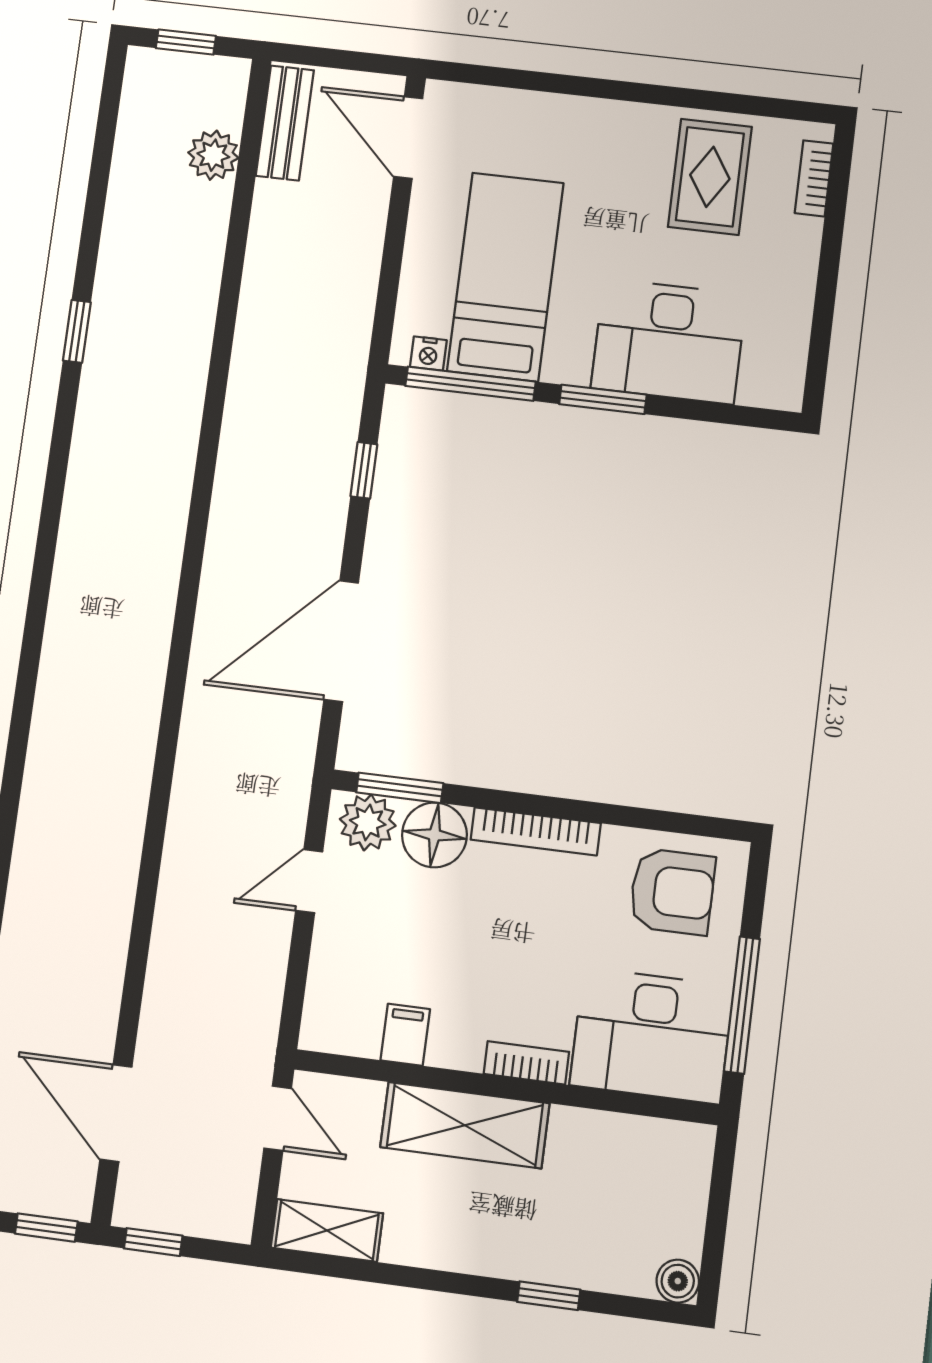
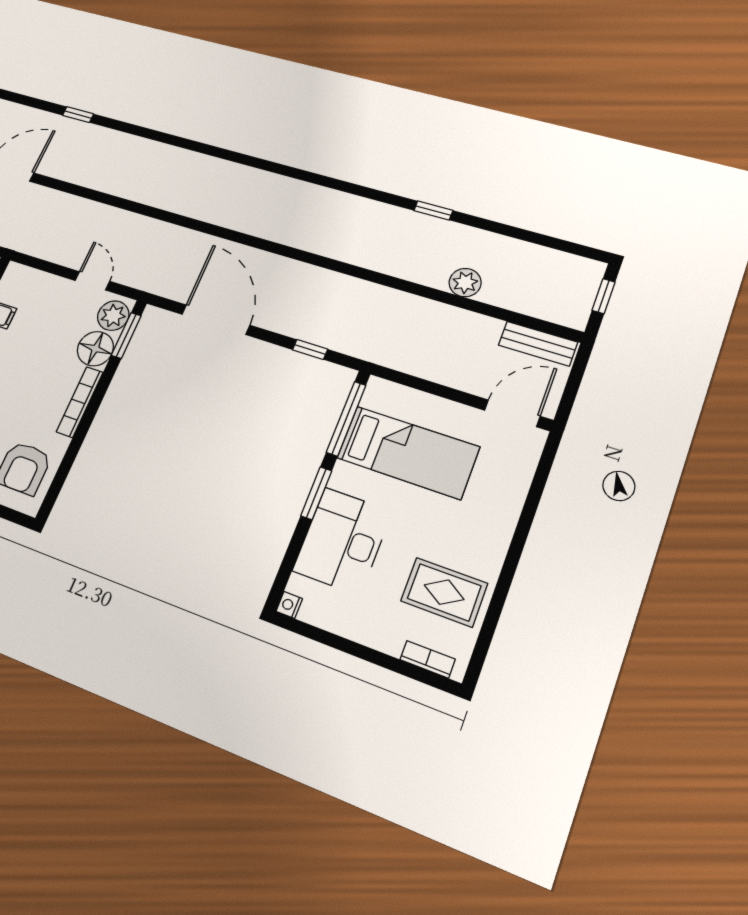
plant: (213, 155) -> (465, 283), moved
nightstand: (428, 353) -> (289, 605), moved

